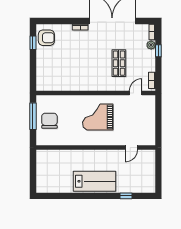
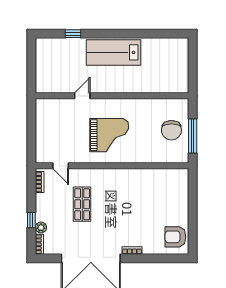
window: (33, 43) -> (193, 230), removed
door: (136, 93) -> (61, 166), hinge flipped
door: (131, 148) -> (82, 96), moved

